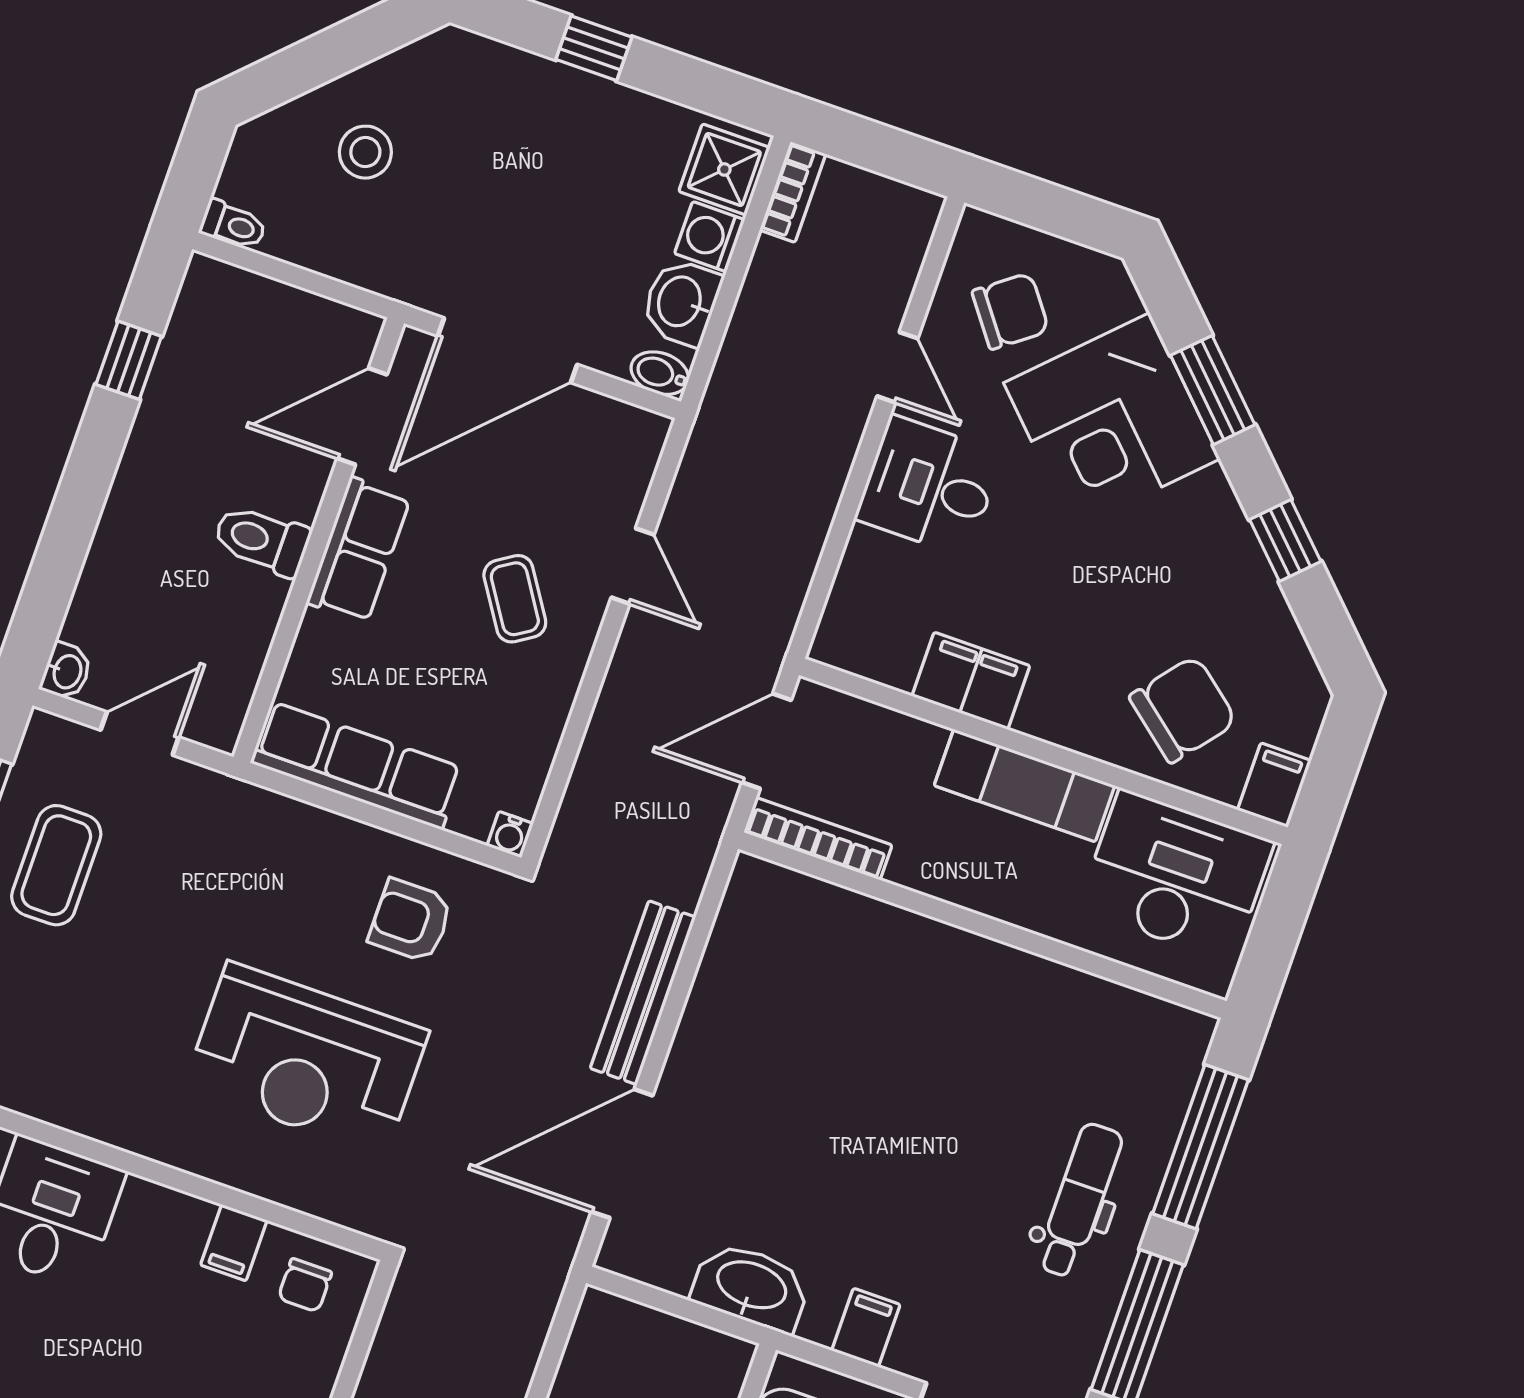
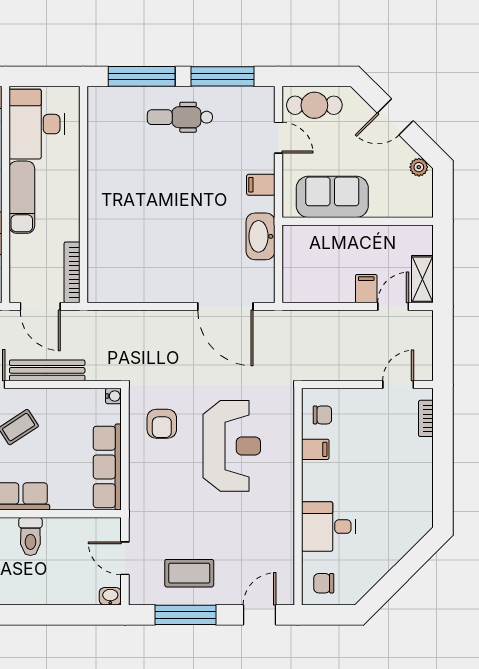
bench: (643, 993) -> (47, 370), moved

